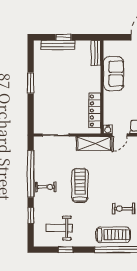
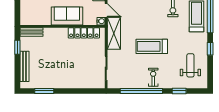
window: (64, 37) -> (17, 47), moved
sofa: (113, 74) -> (67, 16), moved
window: (31, 83) -> (44, 91), moved
weight bench: (59, 228) -> (190, 65), turned 180
window: (66, 250) -> (210, 49), moved

